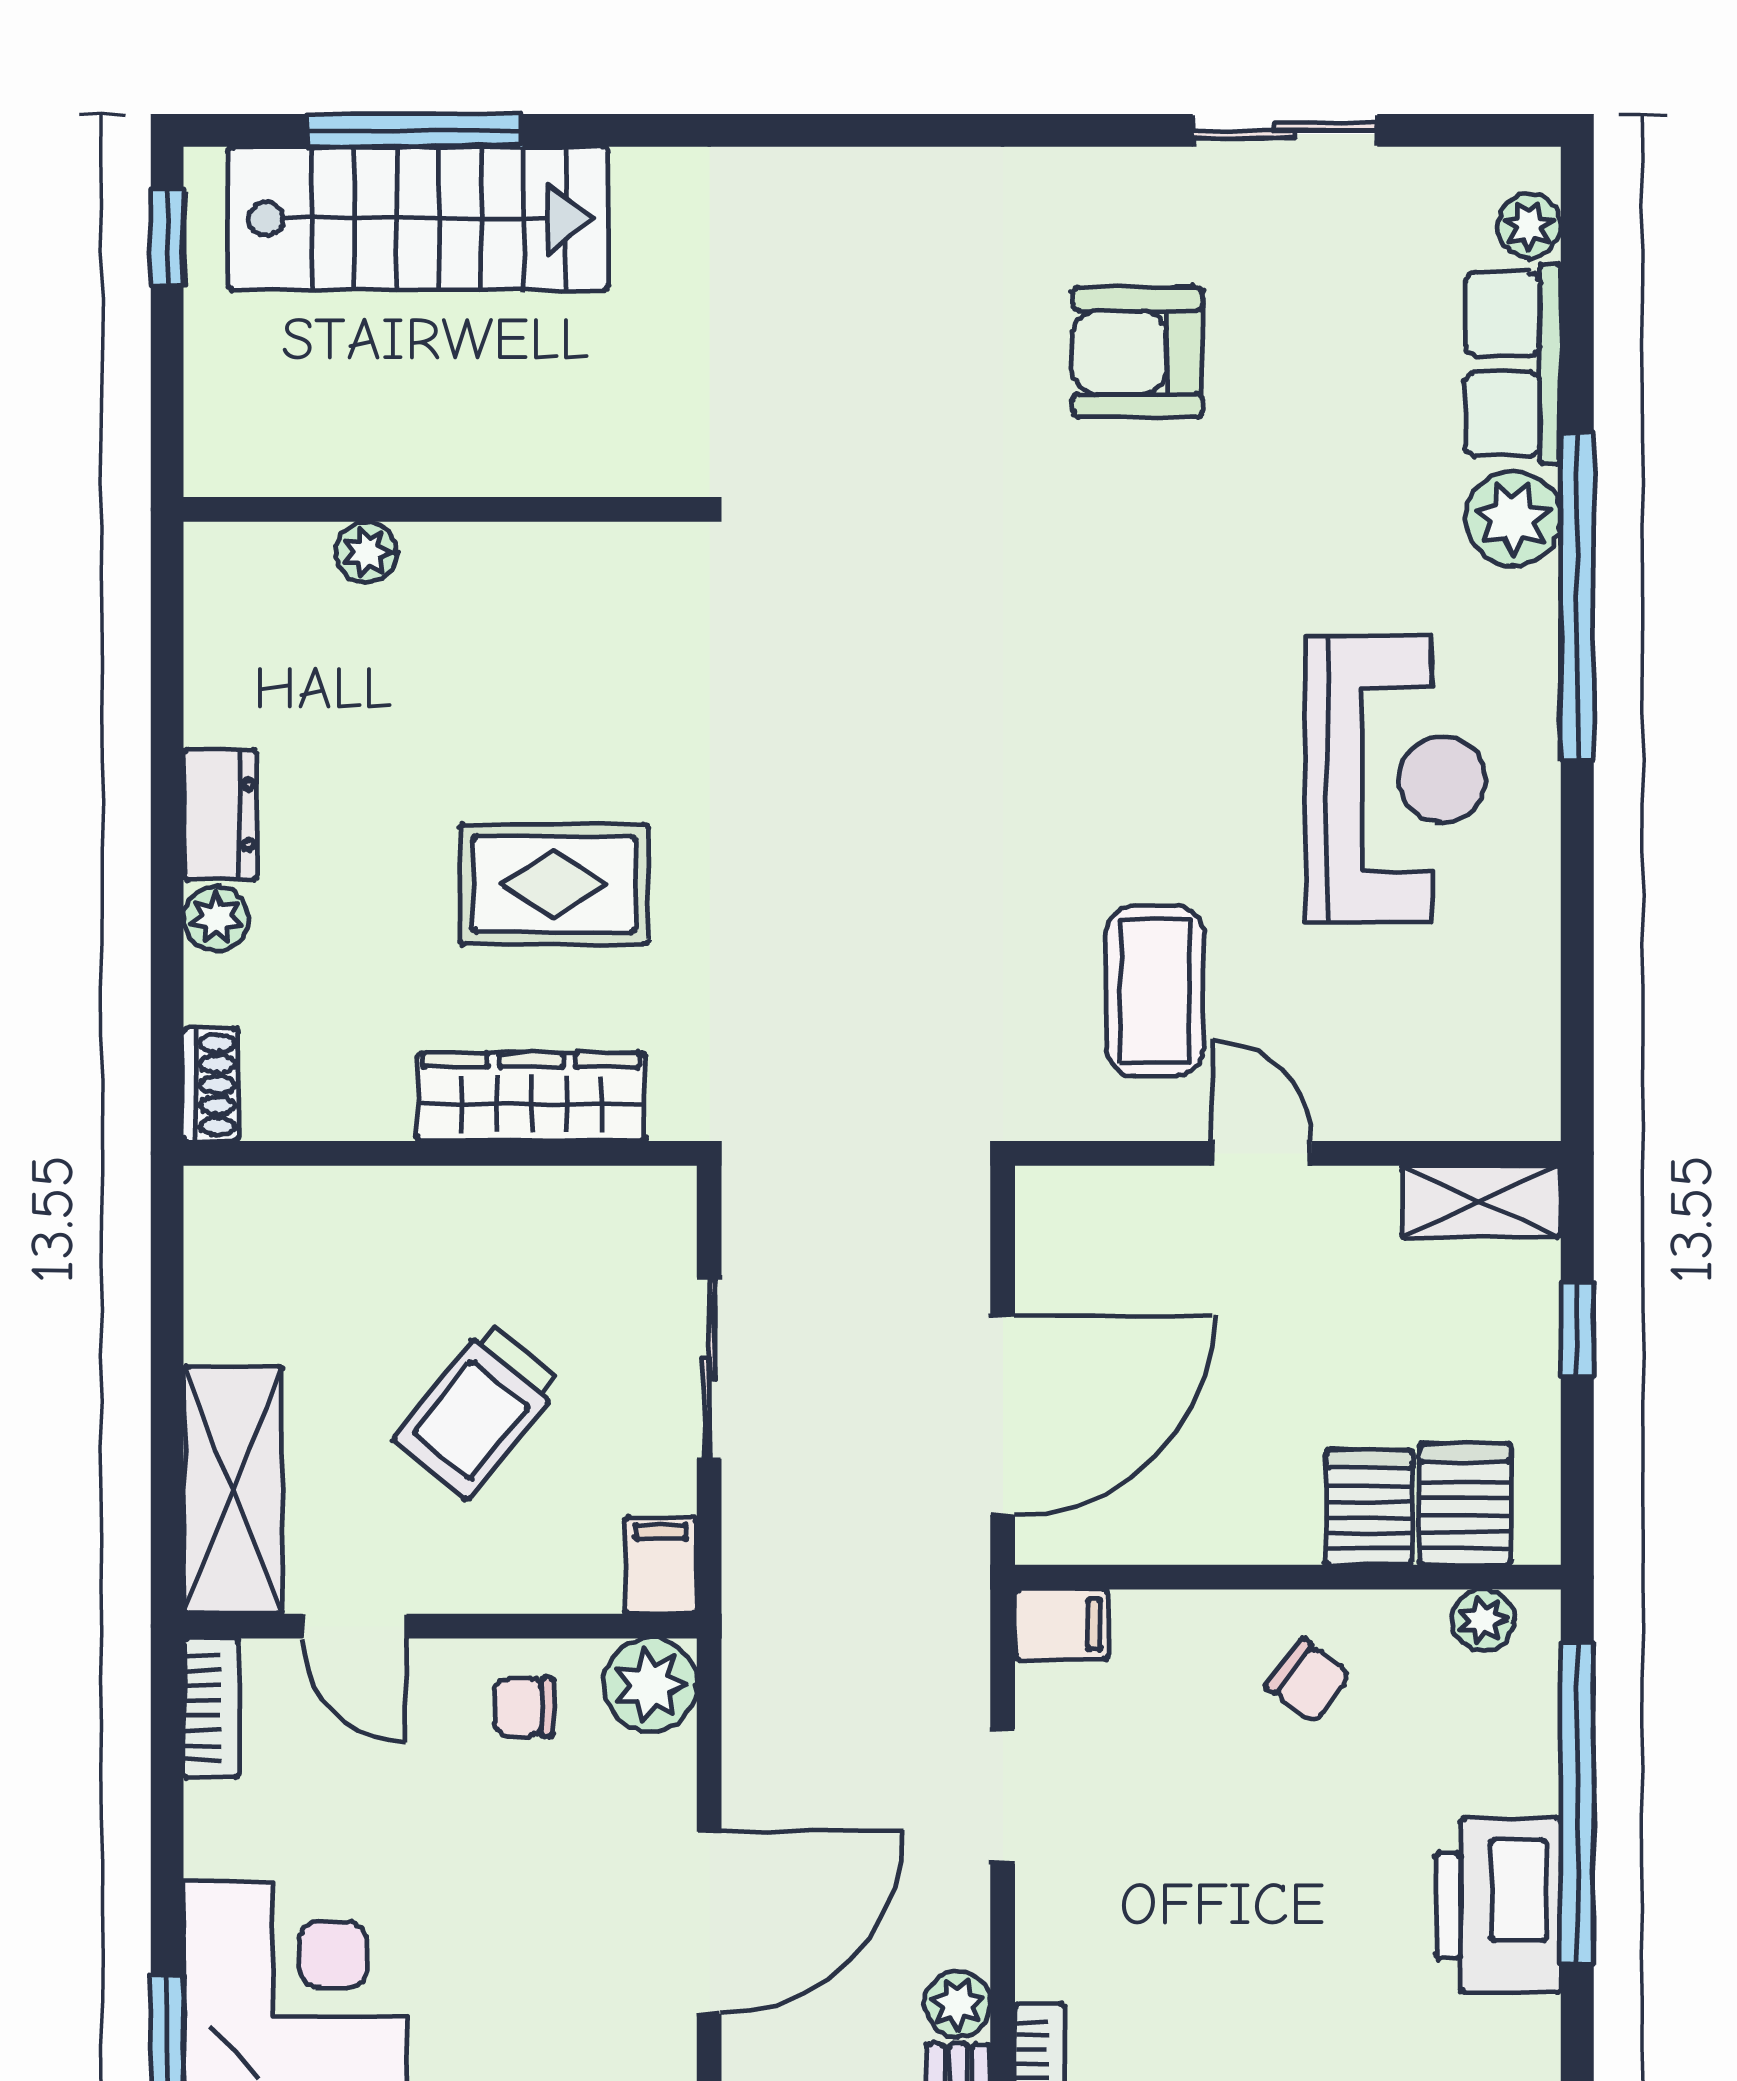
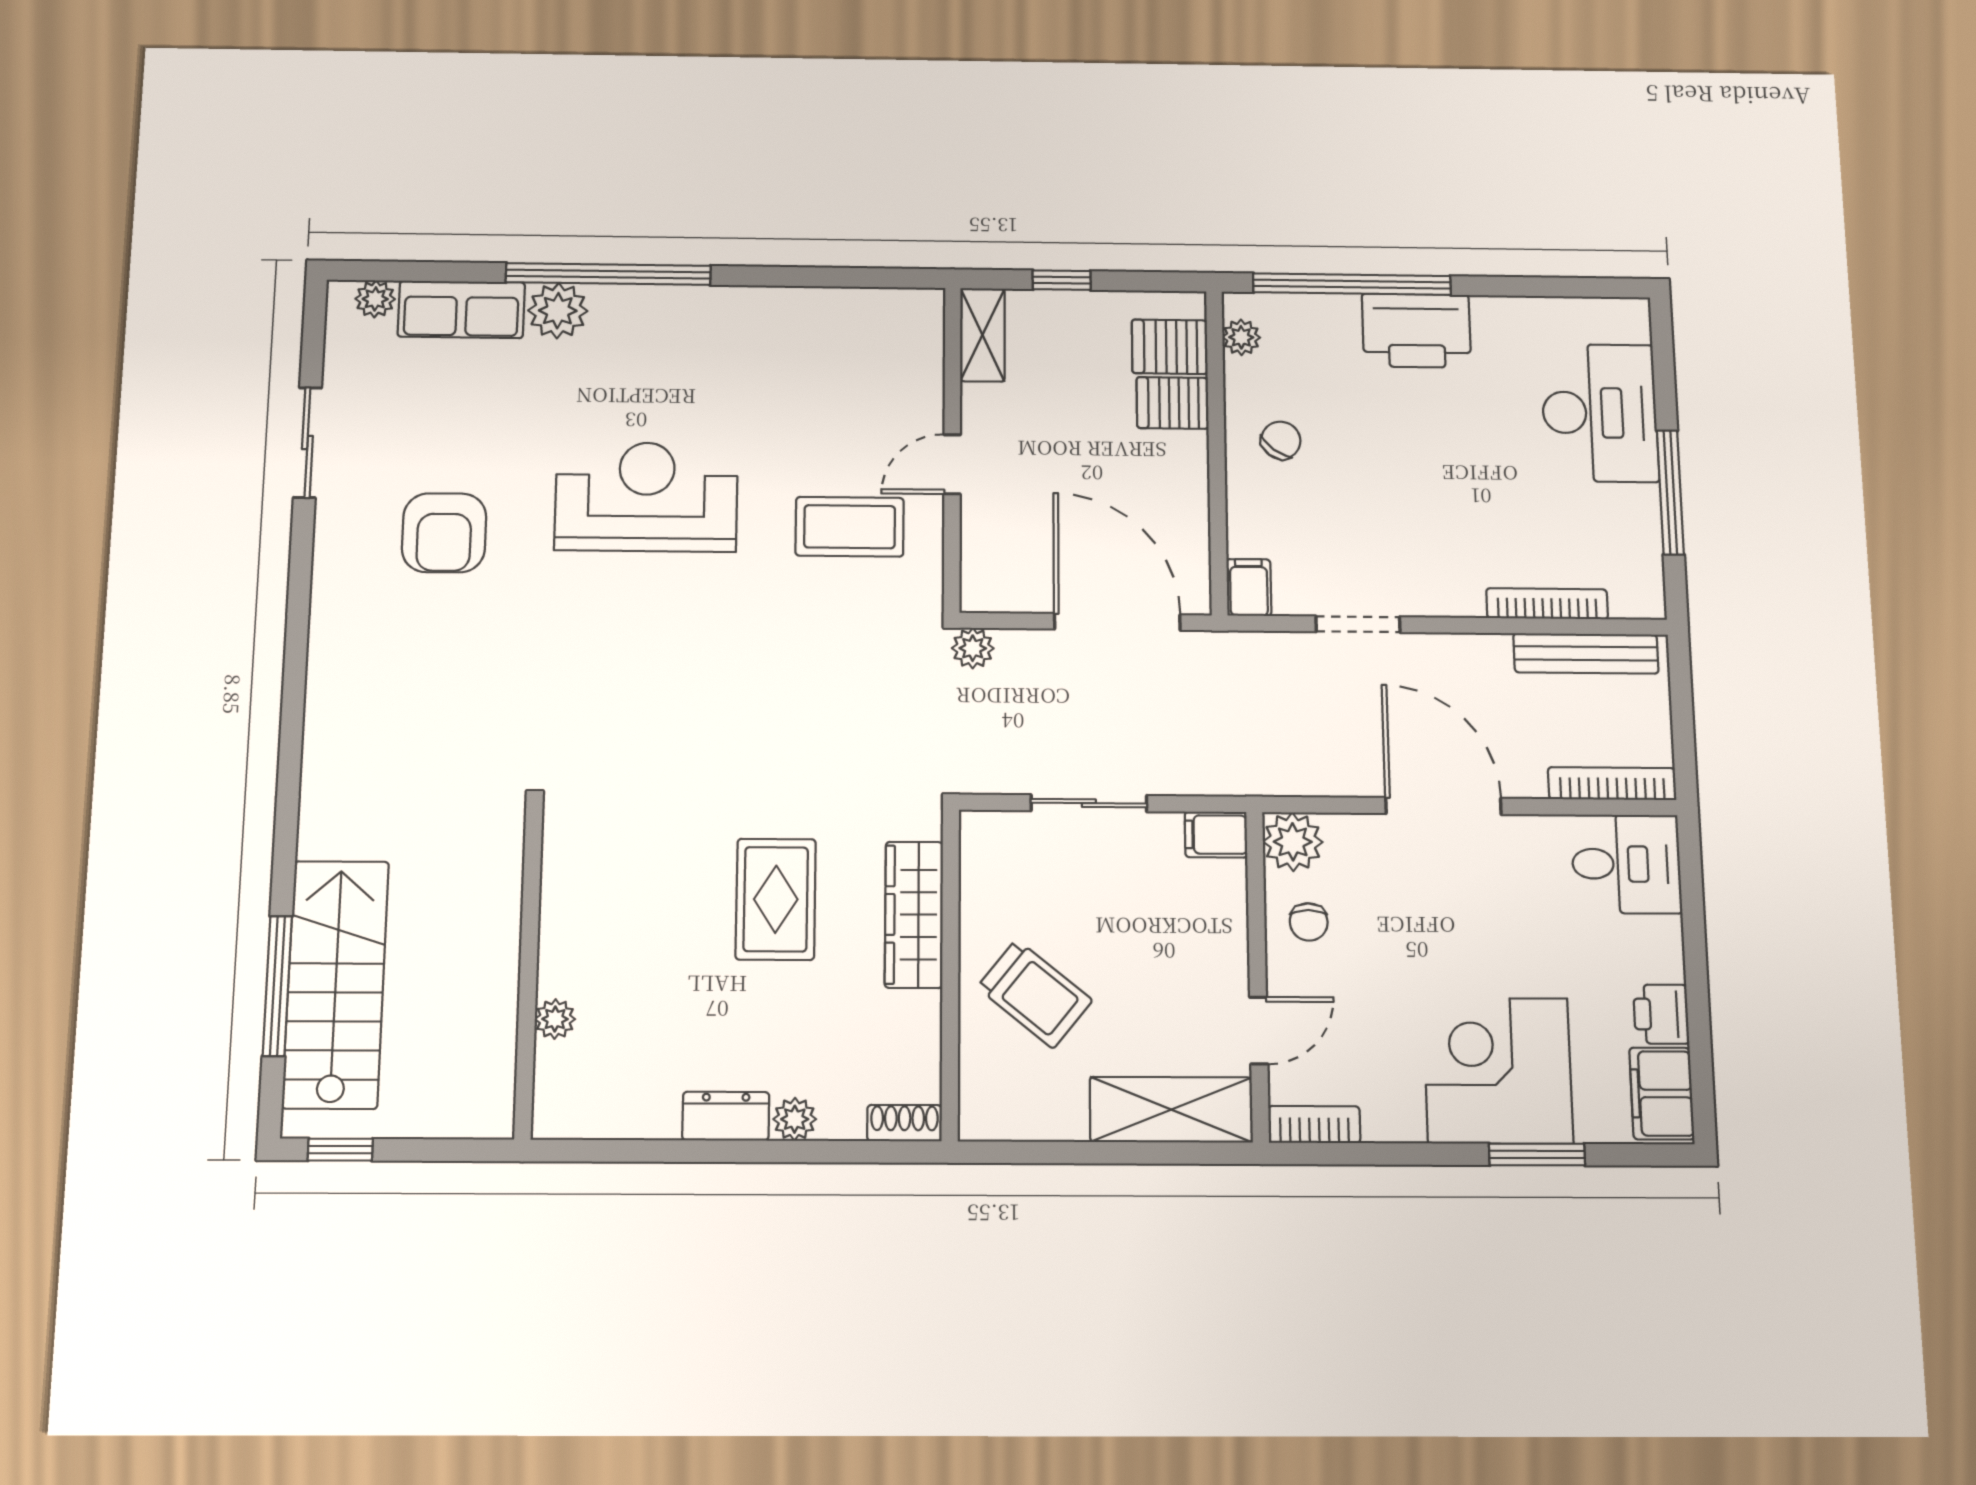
reception desk: (1395, 779) -> (646, 497), moved
trolley: (477, 1411) -> (1035, 994), moved
plant: (957, 2004) -> (973, 648), moved

